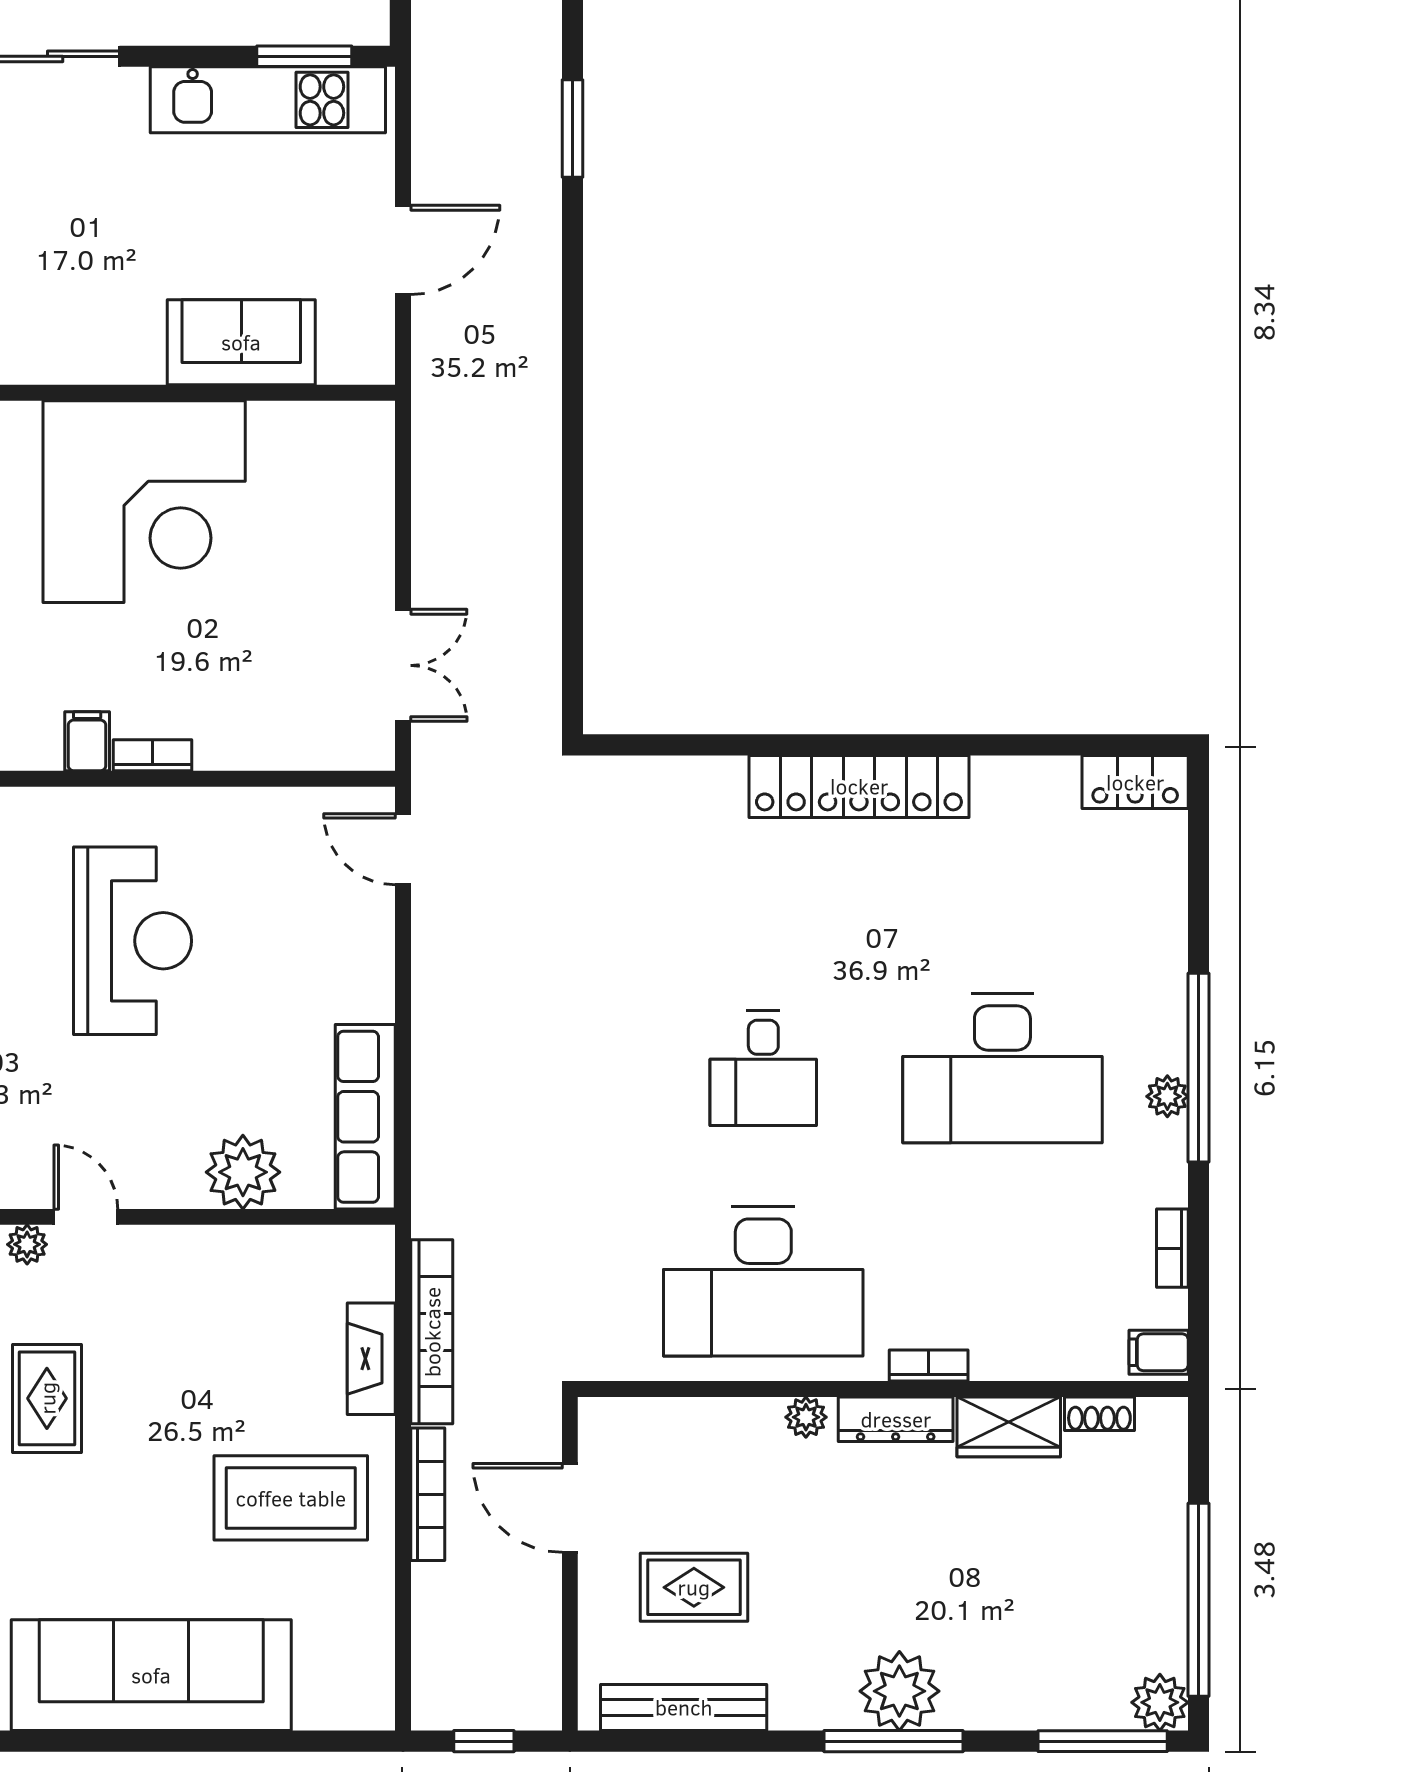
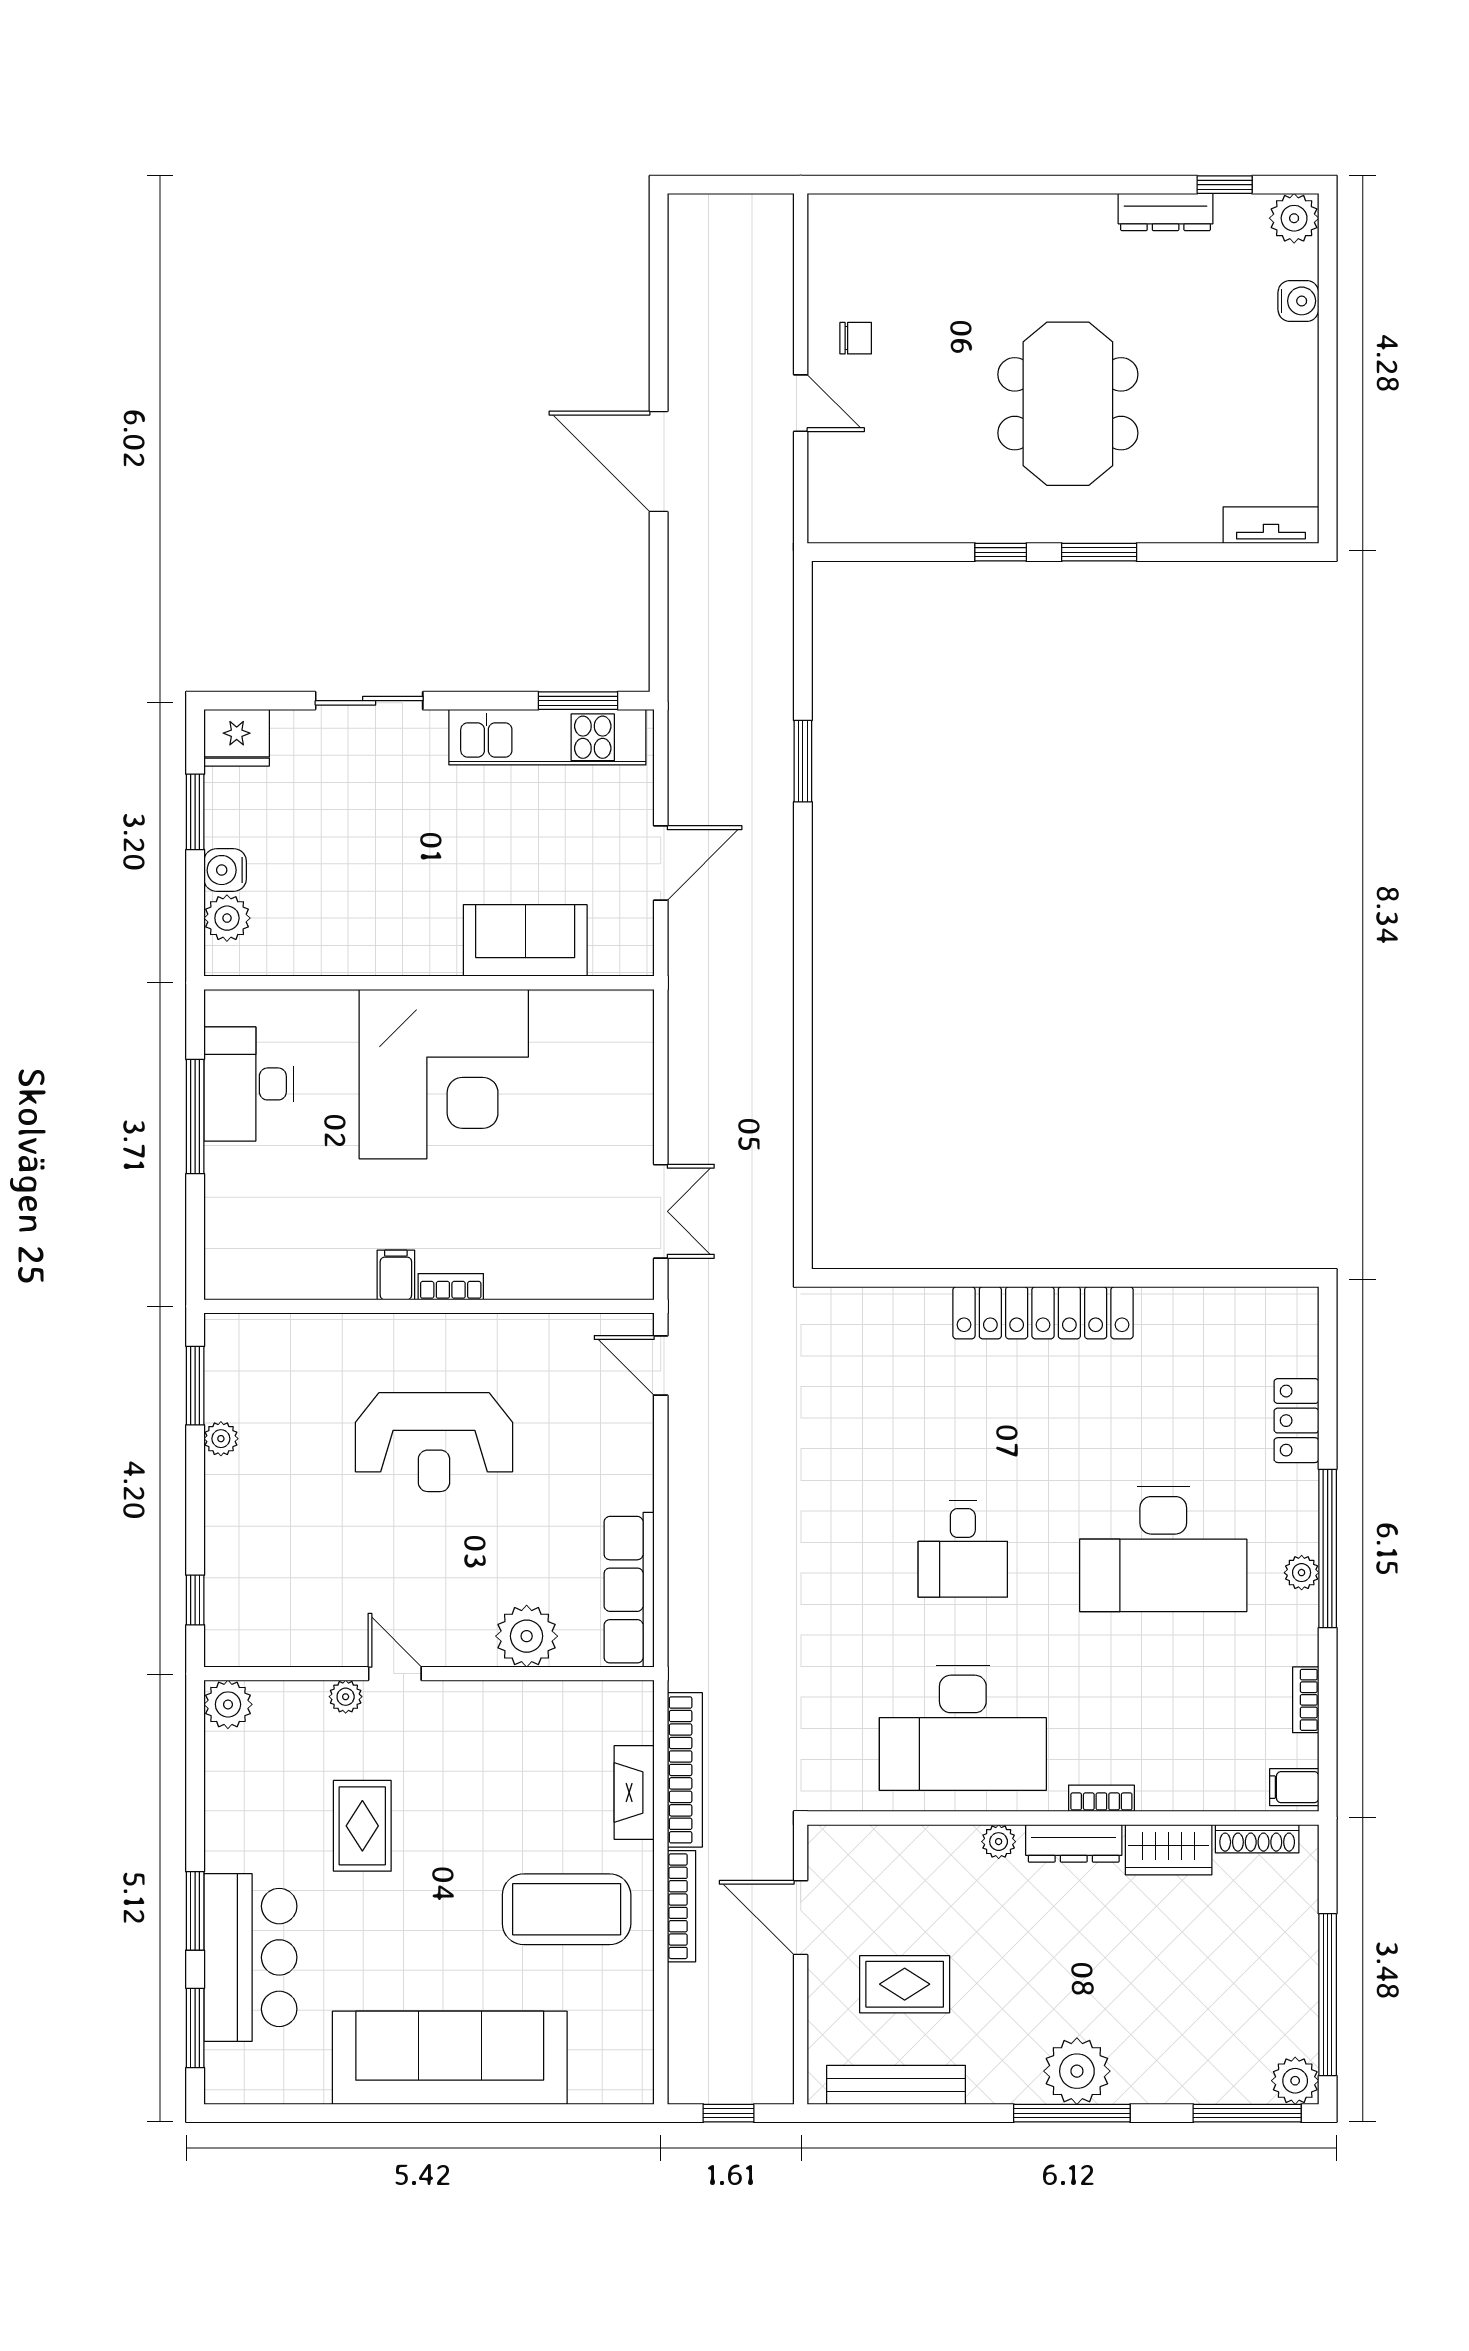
locker: (1135, 782) -> (1296, 1421), moved, turned 90
reception desk: (133, 941) -> (434, 1442), turned 90
shoe rack: (1099, 1414) -> (1257, 1839), width x1.43

